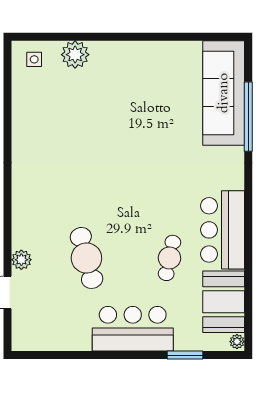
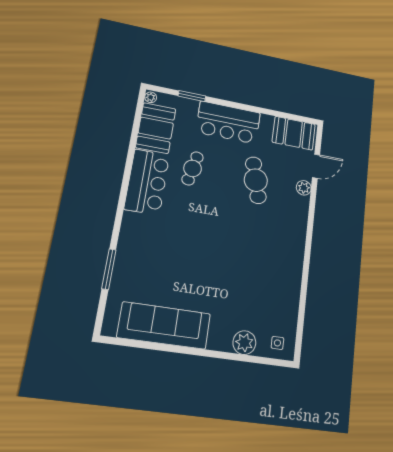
sofa: (224, 93) -> (164, 326), moved, turned -90
window: (248, 117) -> (109, 269), width x0.68
booth: (43, 332) -> (294, 133), added

